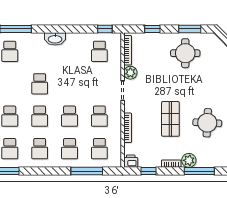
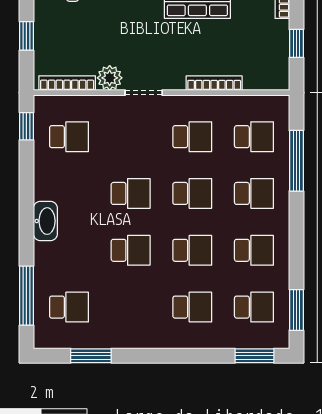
school desk: (70, 84) -> (131, 193), added
printer: (131, 161) -> (278, 77), removed

